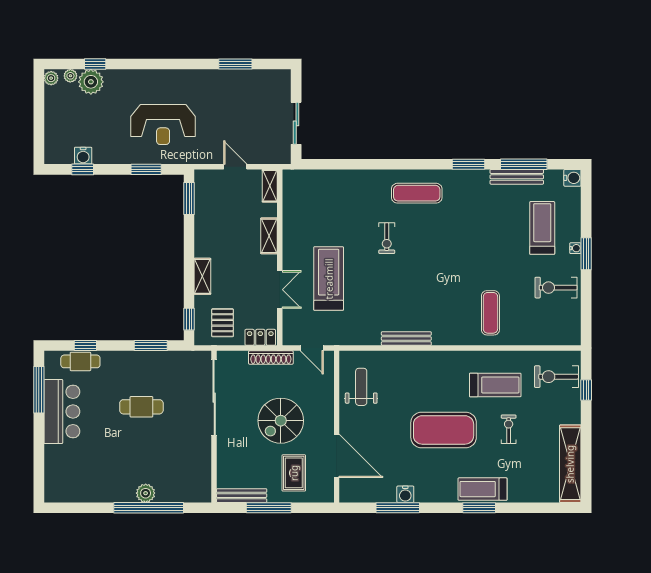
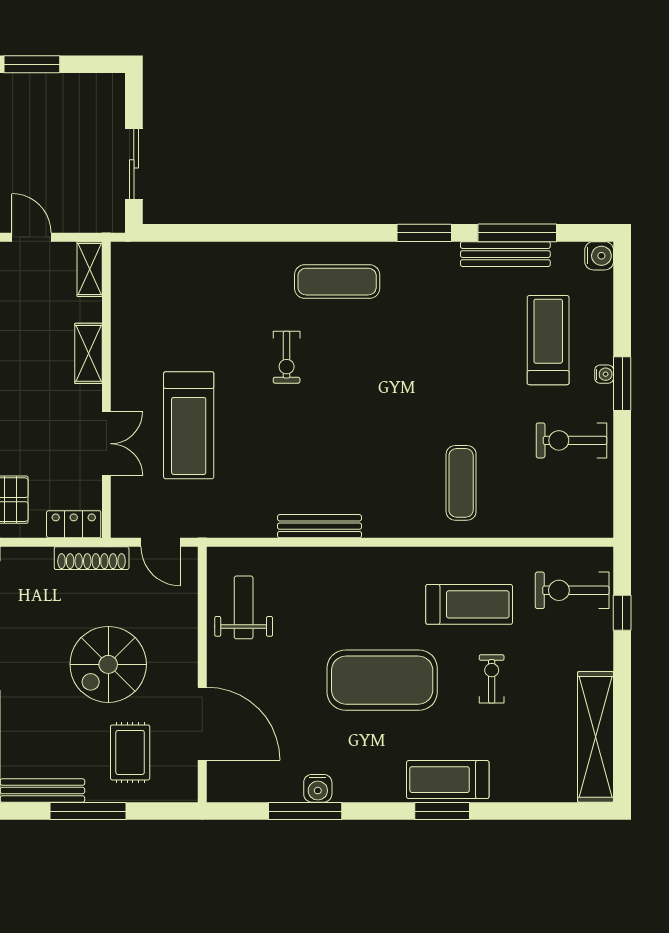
treadmill: (329, 279) -> (189, 425), turned 180

